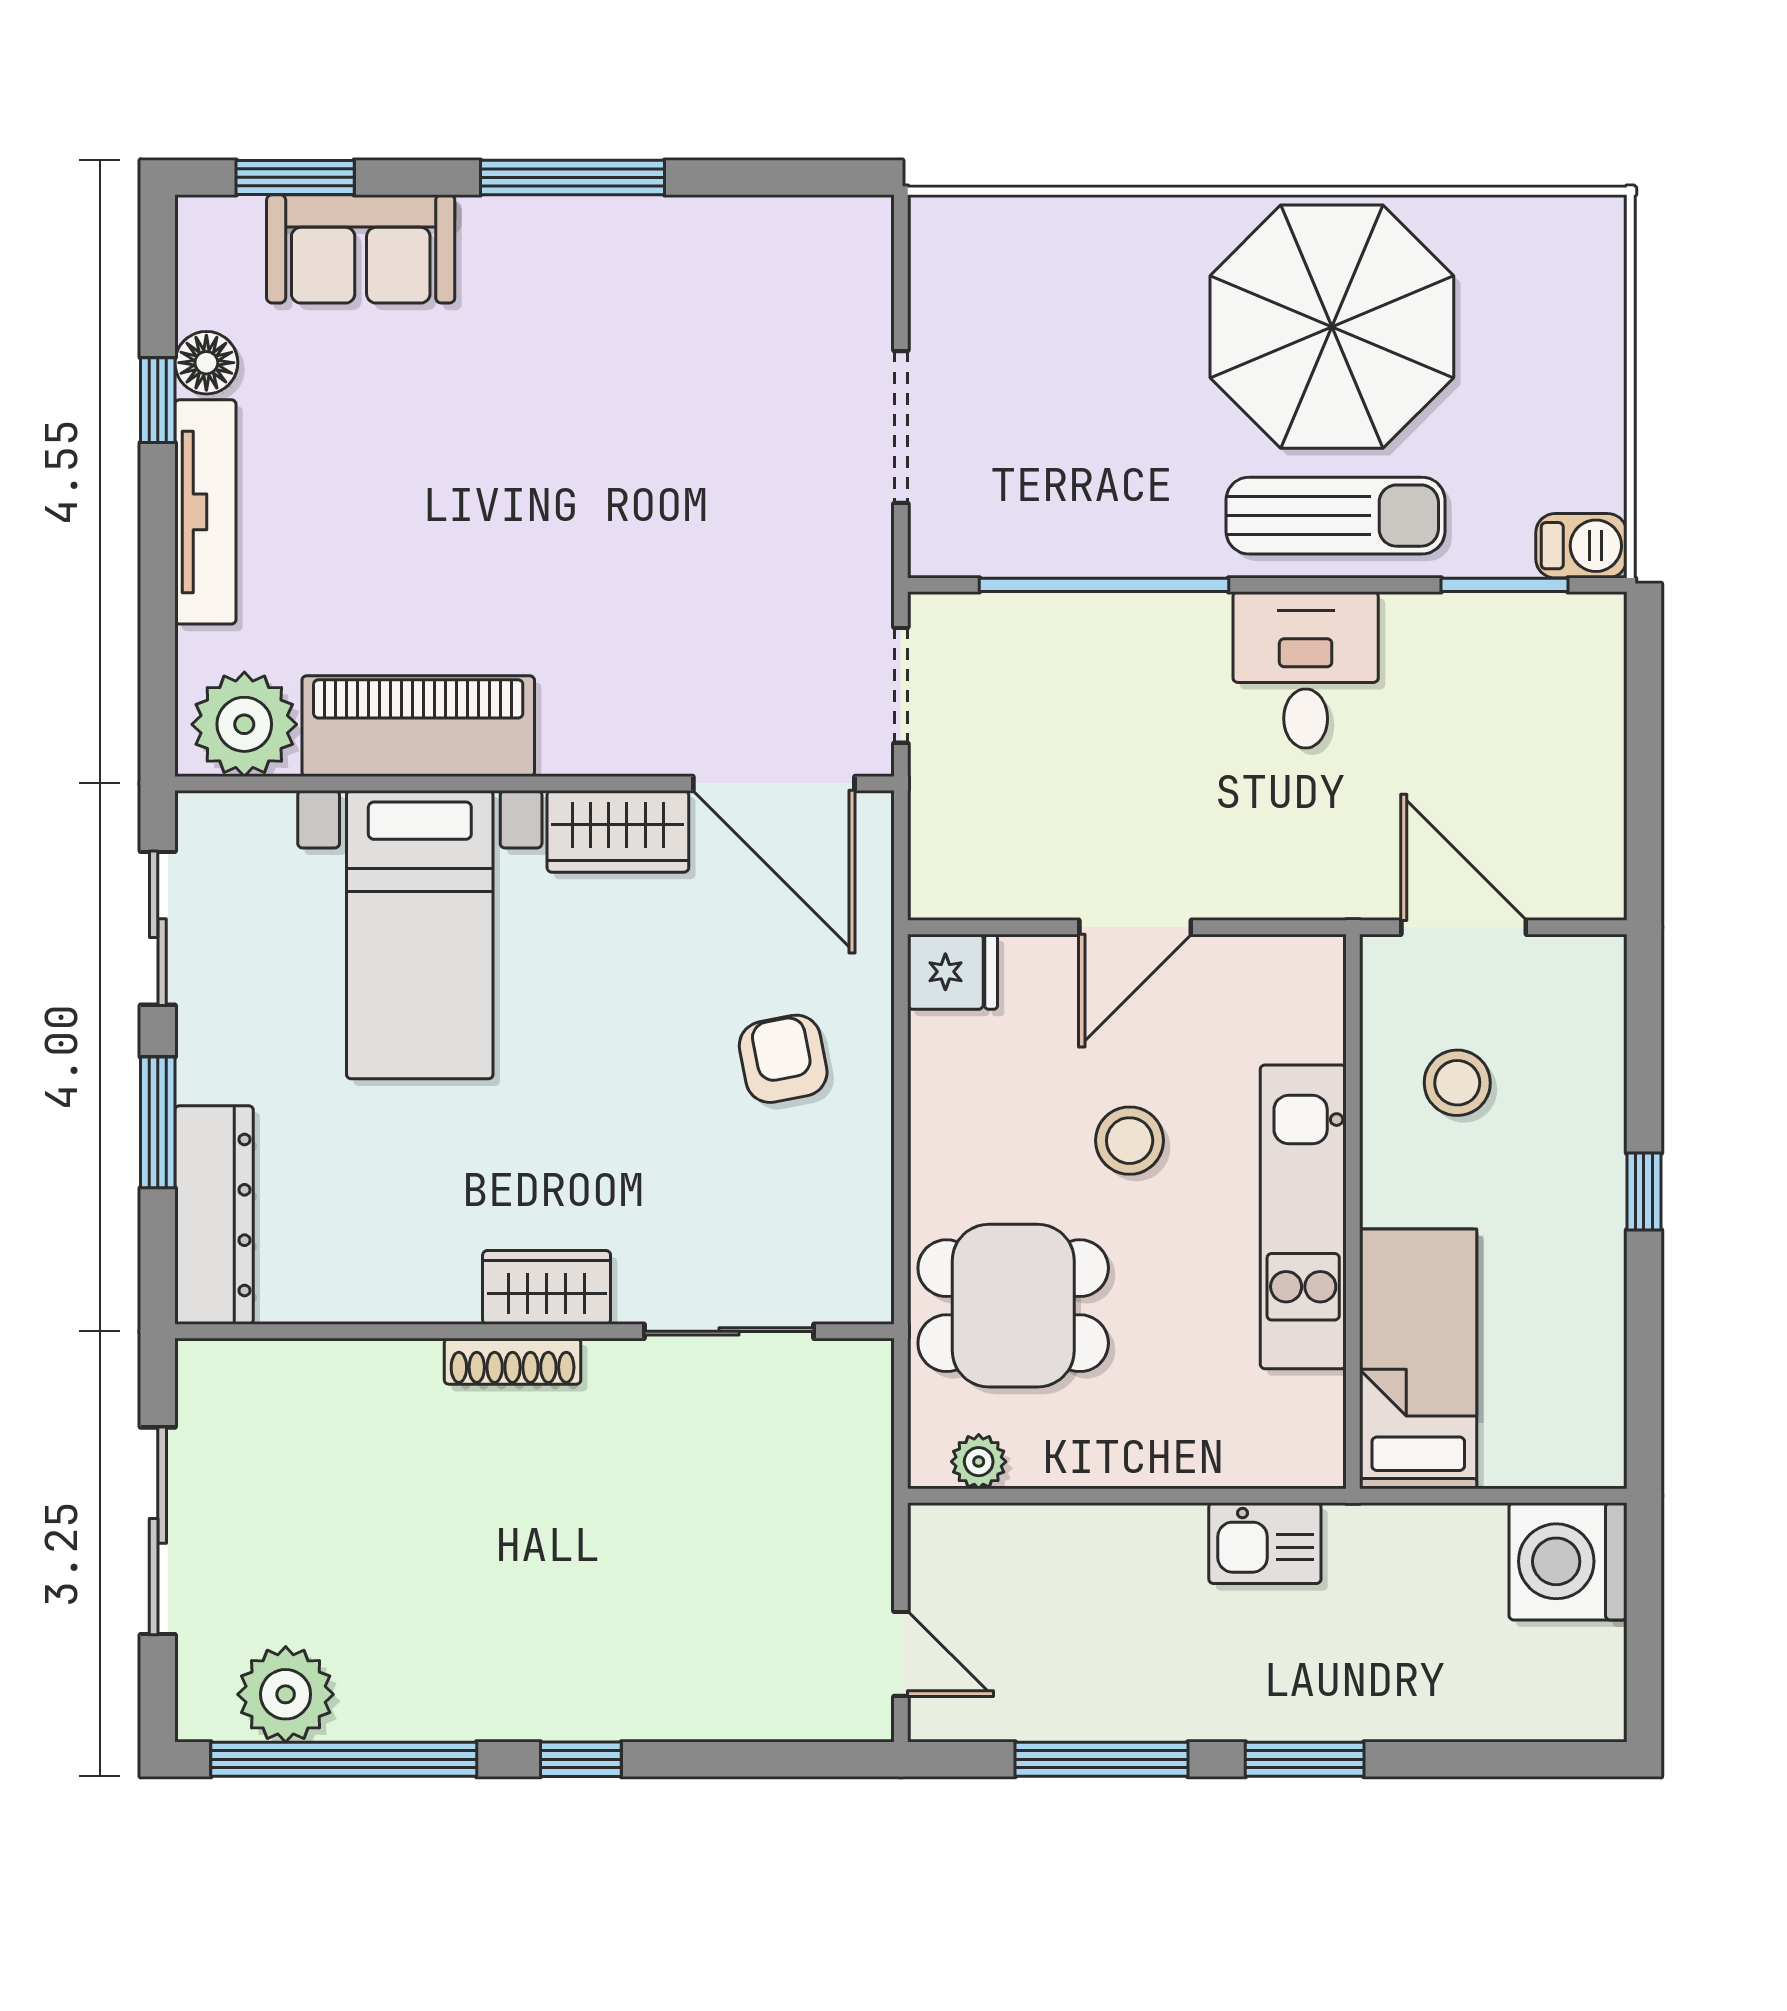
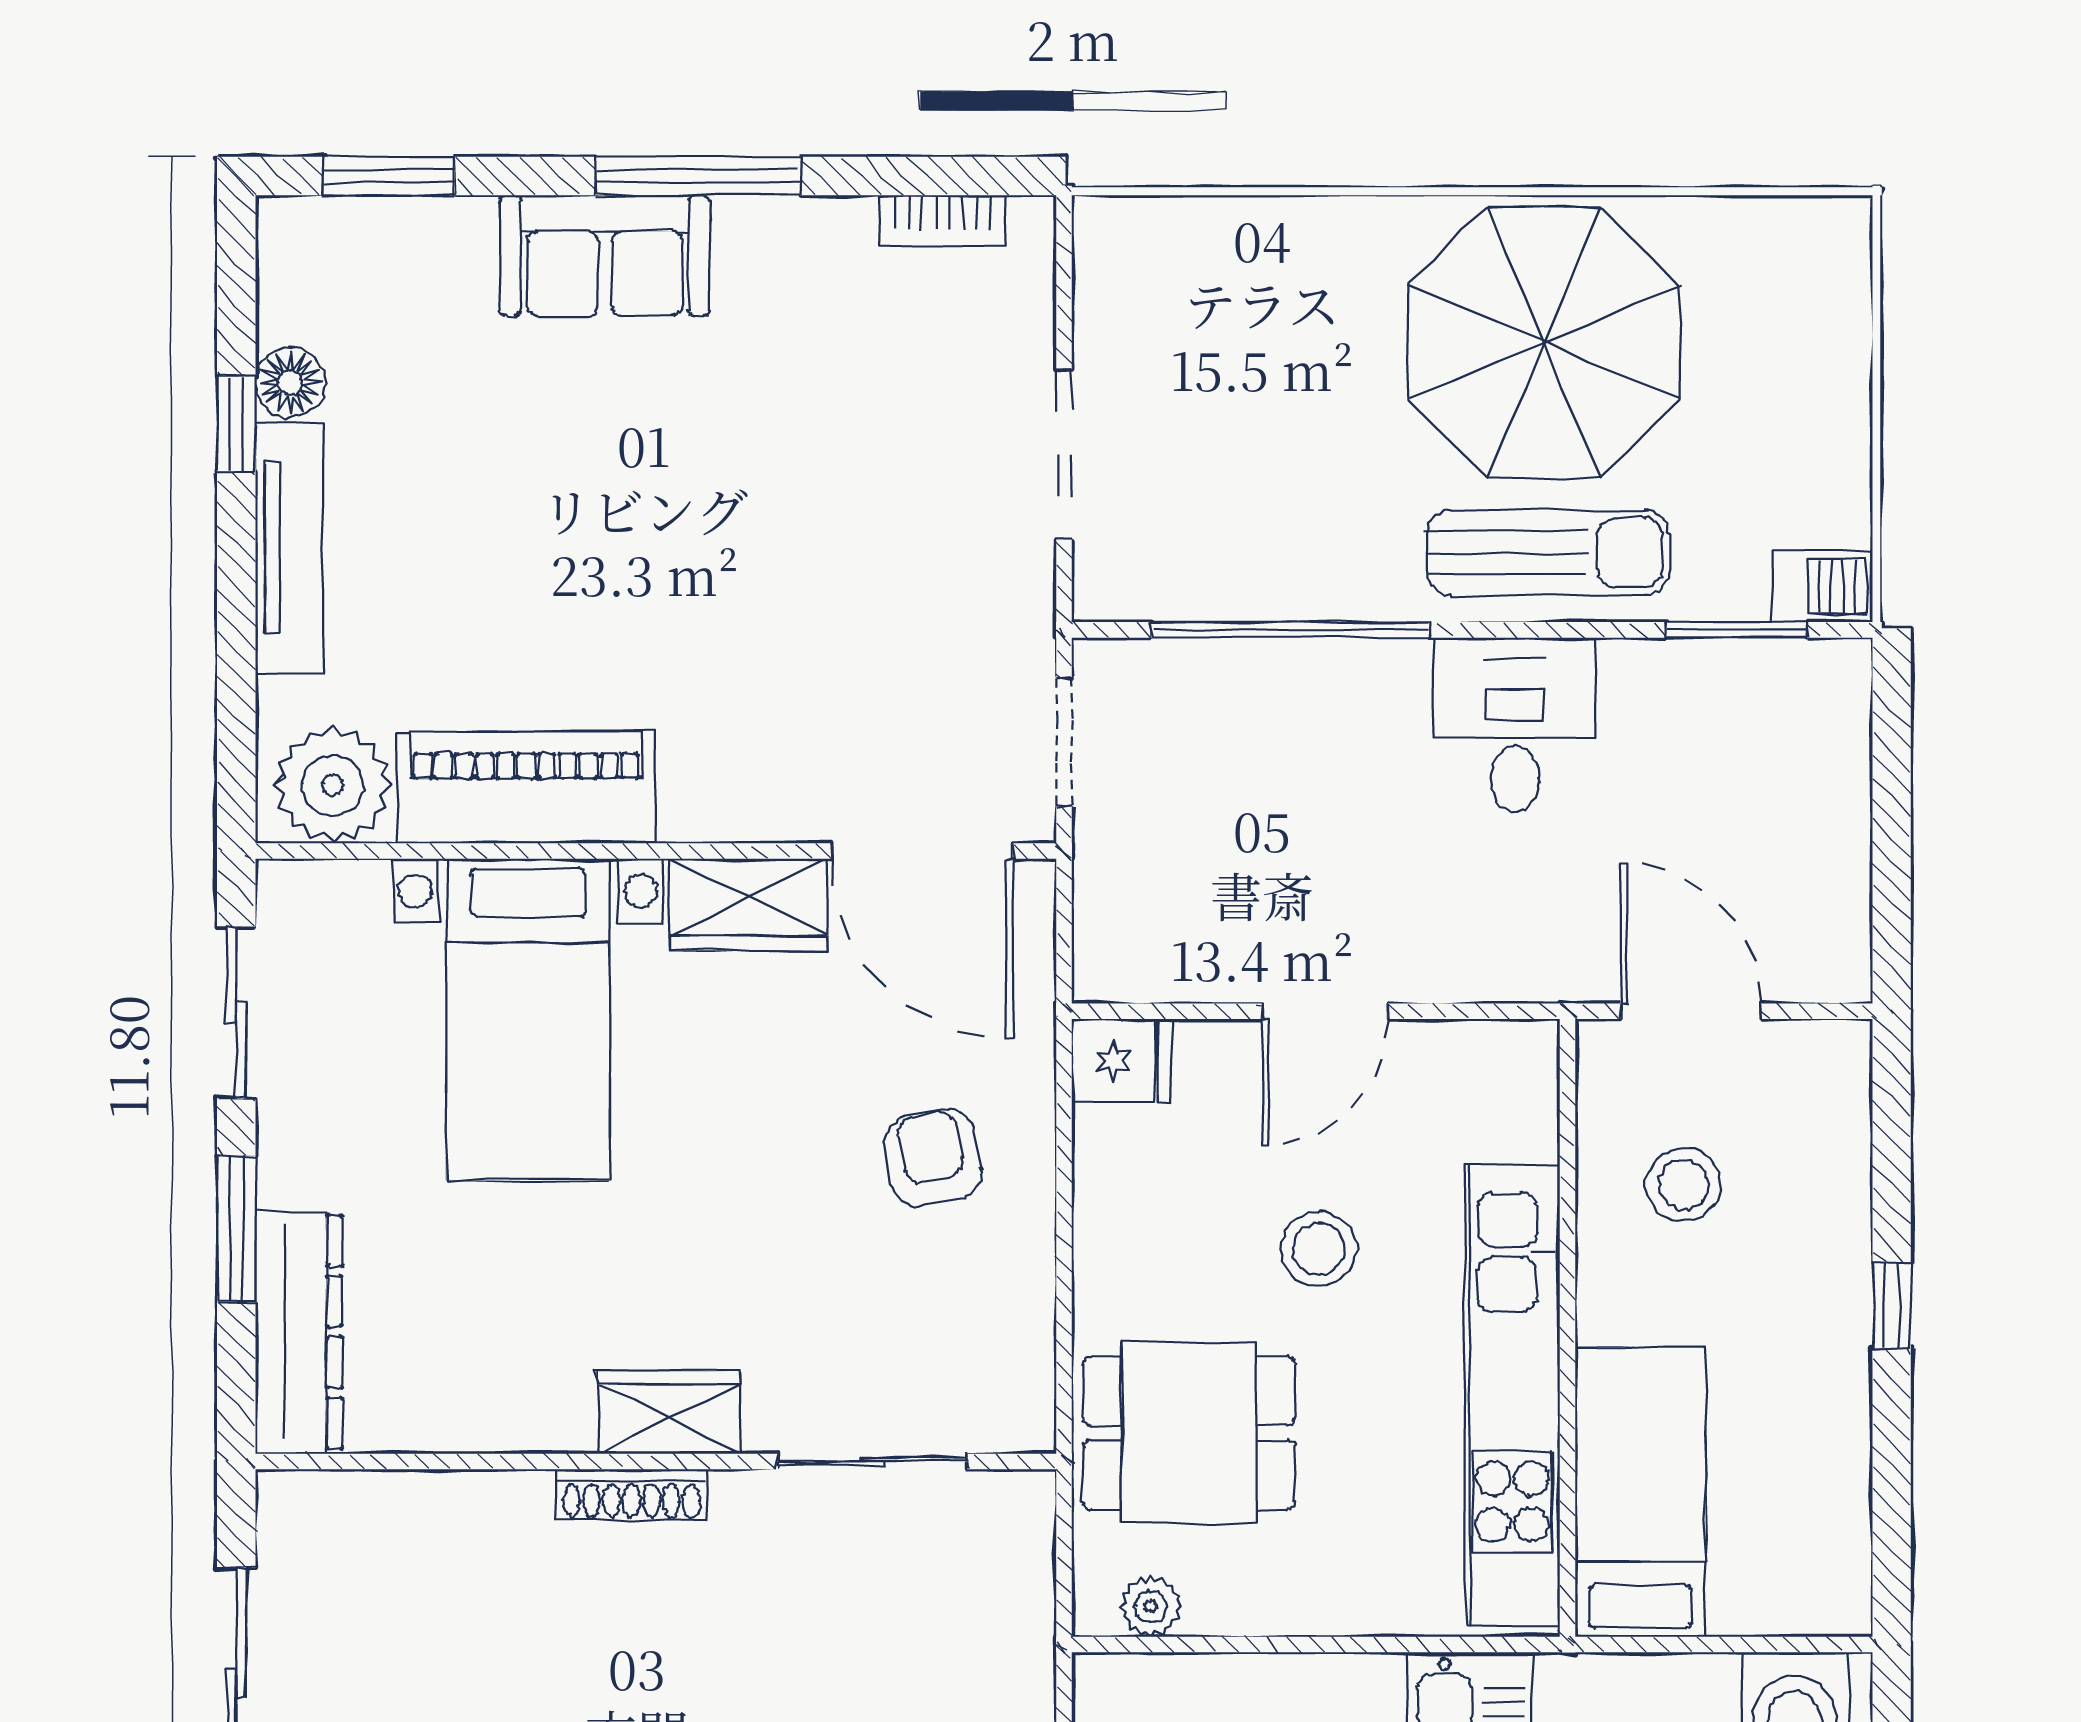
bookcase: (792, 217) -> (943, 220), added
sofa: (361, 249) -> (605, 256), moved
kitchen unit: (1303, 1217) -> (1512, 1395), width x1.36

